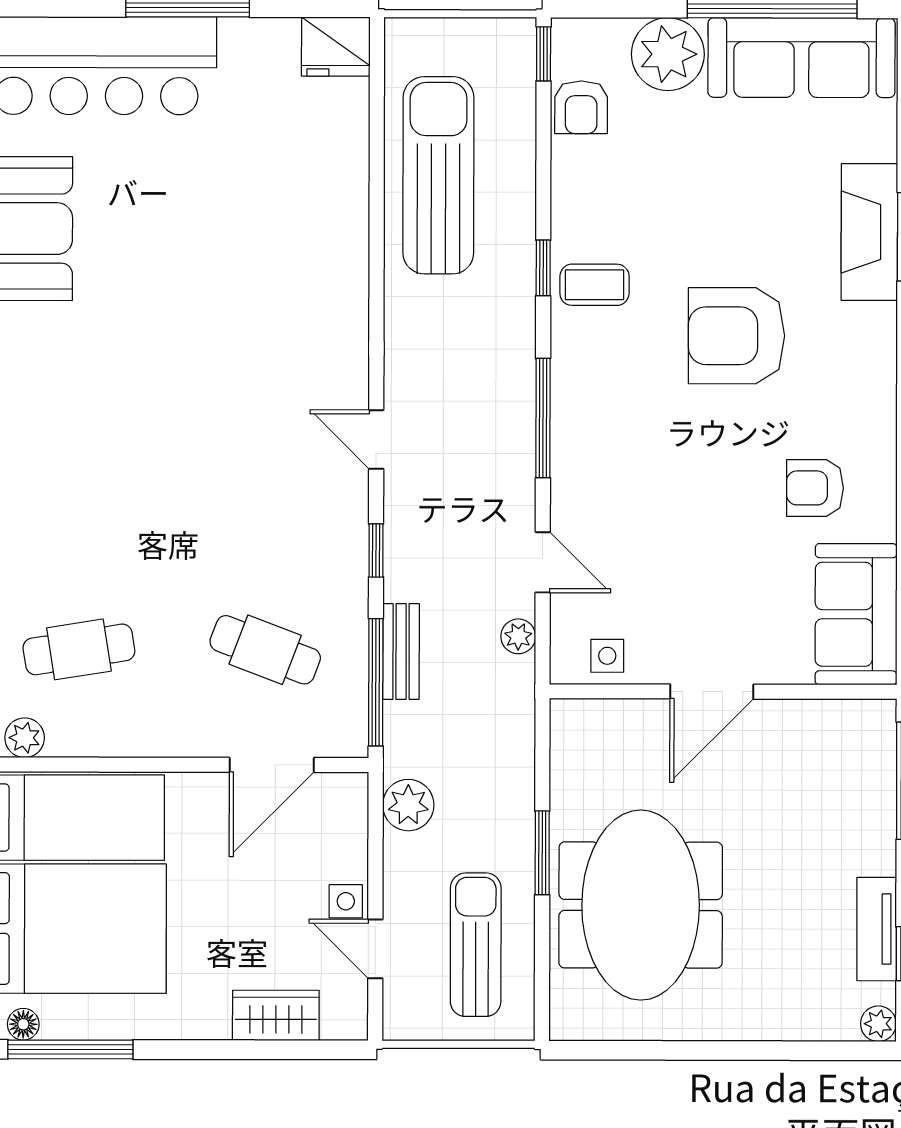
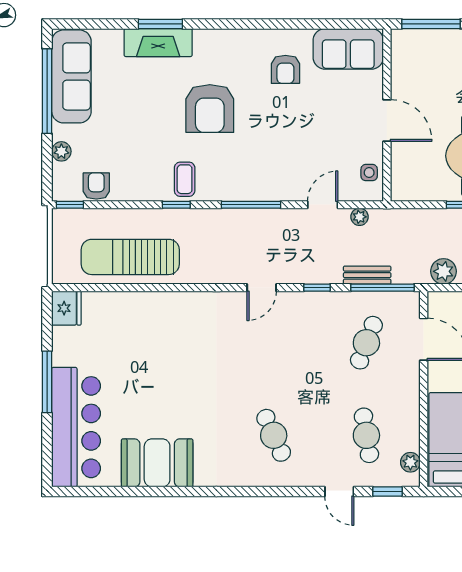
plant: (668, 54) -> (61, 151), width x0.53, depth x0.53
armchair: (581, 107) -> (96, 186), turned -90
cafe table: (79, 463) -> (274, 435), added

